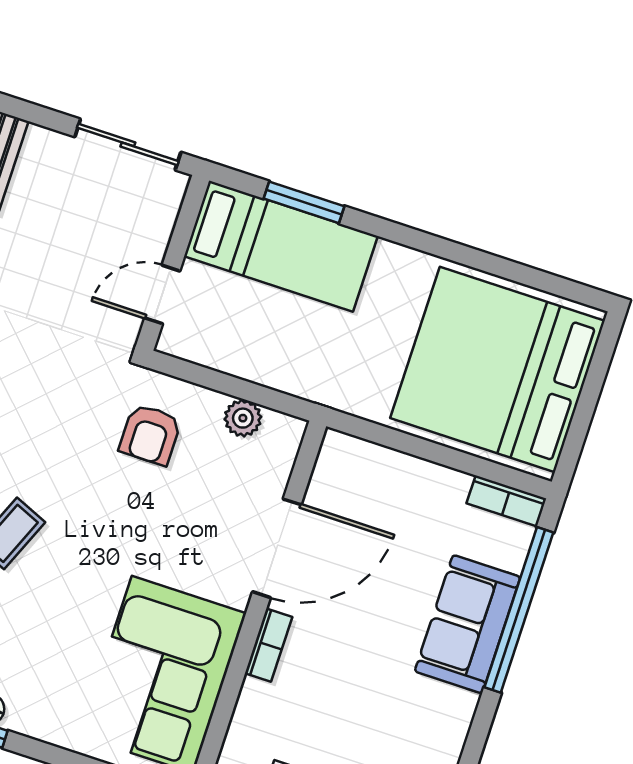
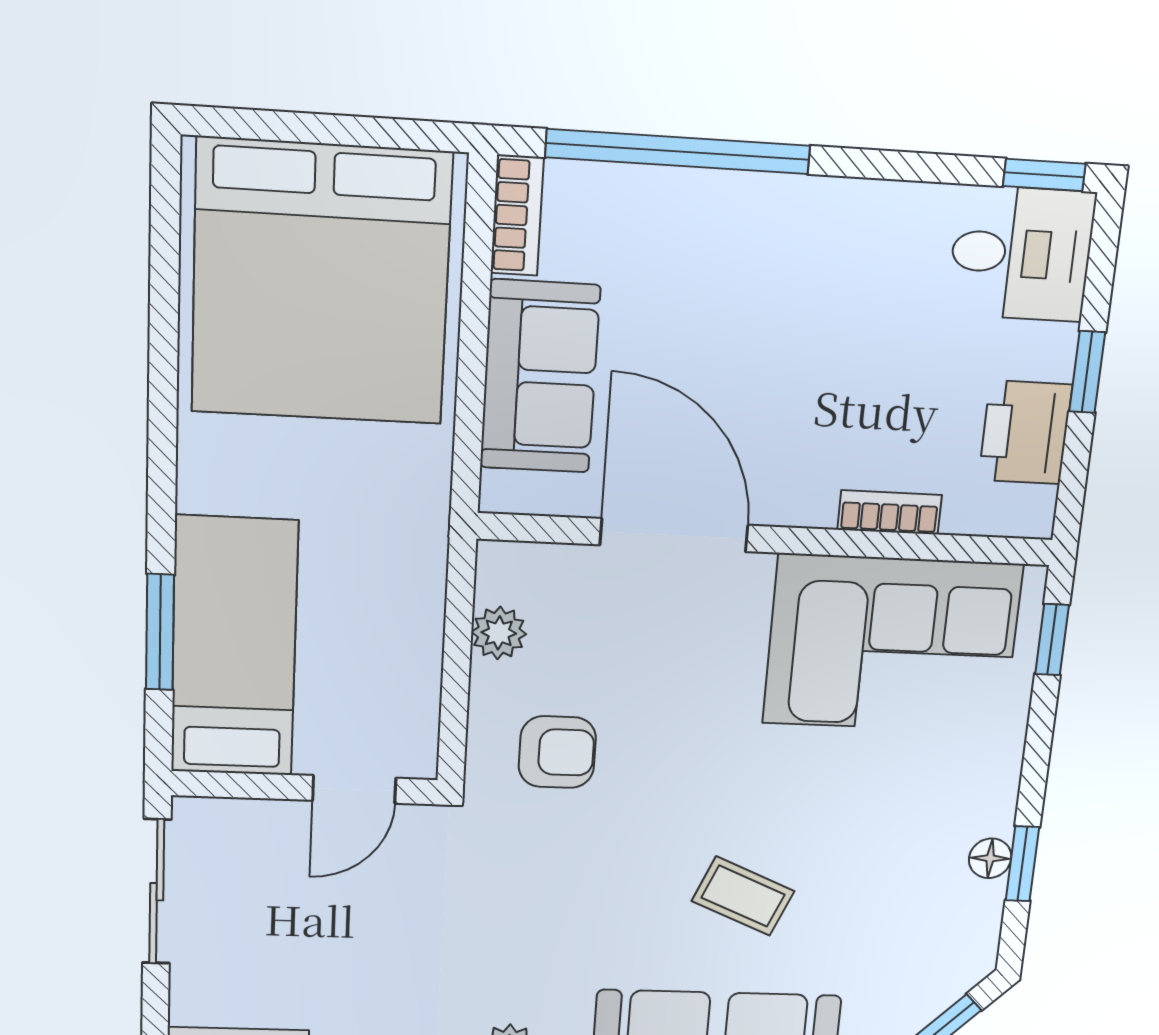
door: (162, 294) -> (354, 789), hinge flipped
sofa: (468, 624) -> (540, 377), moved, turned -90
bookcase: (269, 645) -> (890, 512), moved

